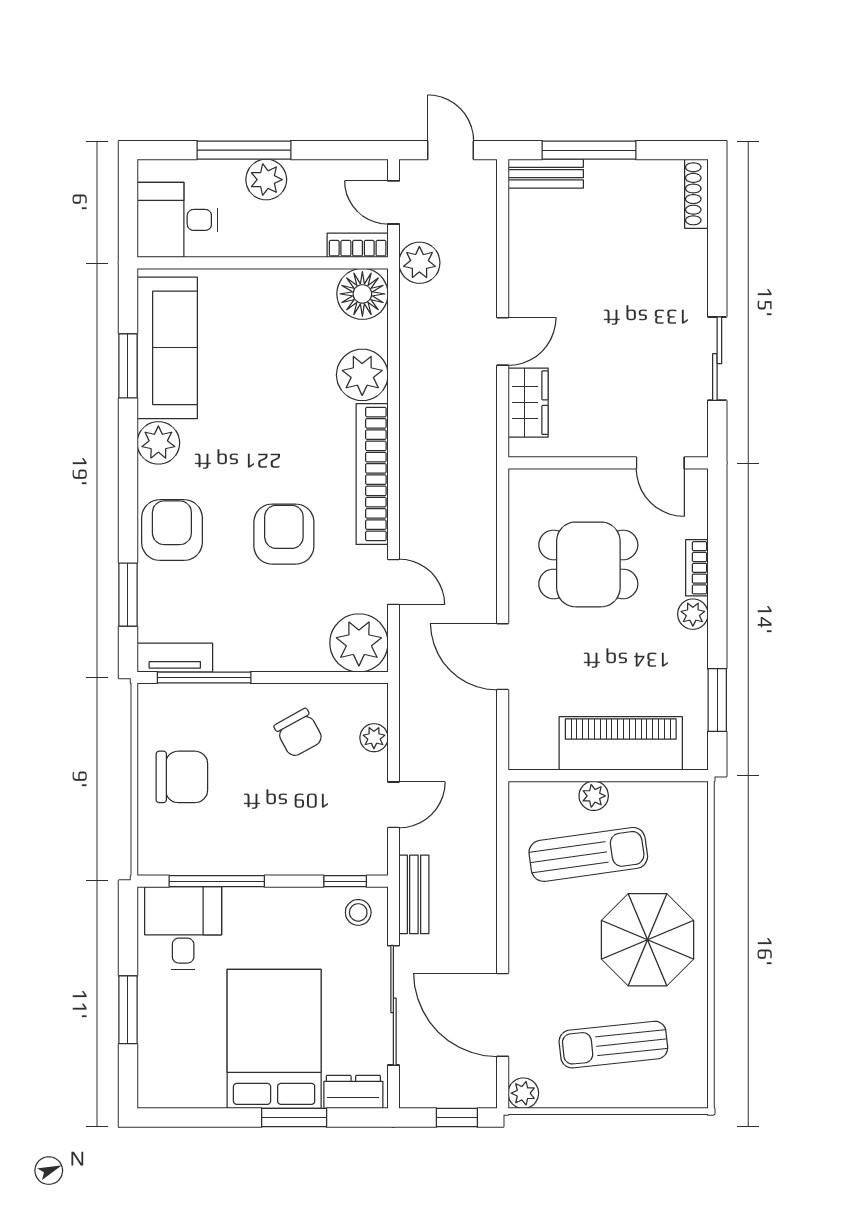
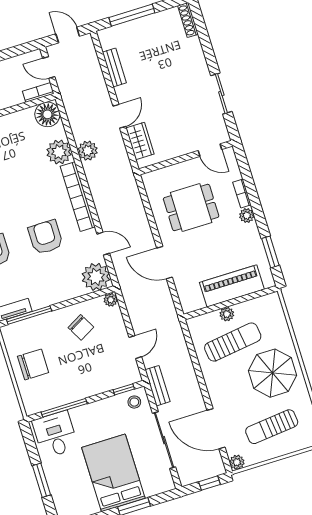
bench: (546, 174) -> (114, 68), moved, turned 90
plant: (419, 263) -> (88, 151), moved
plant: (374, 738) -> (111, 300), moved
dresser: (353, 1092) -> (158, 486), removed

